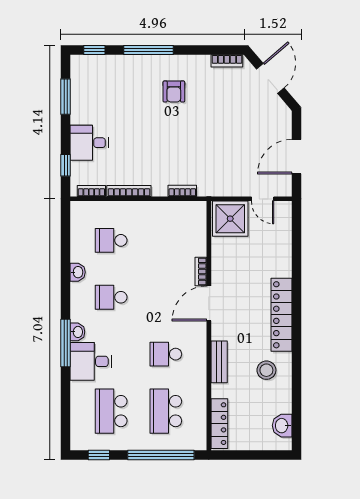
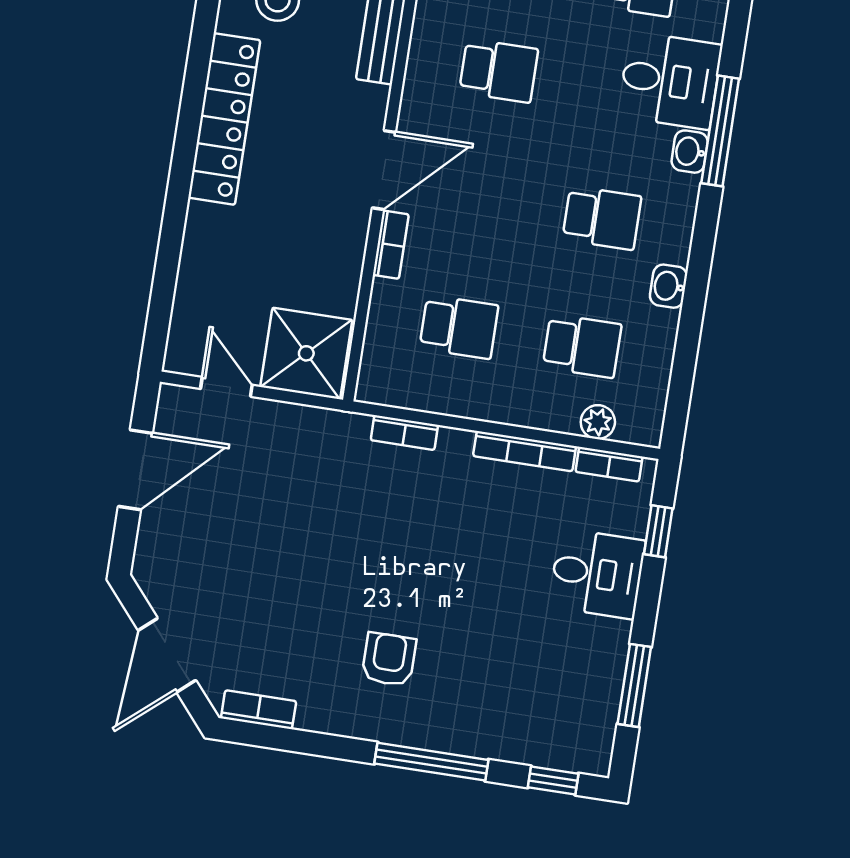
plant: (99, 208) -> (598, 422), added
school desk: (166, 240) -> (459, 327), added

